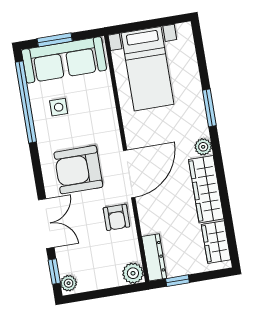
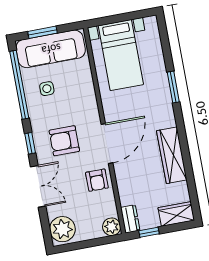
plant: (203, 147) -> (169, 120), removed
armchair: (78, 170) -> (64, 141), width x0.73, depth x0.73
wardrobe: (216, 242) -> (176, 214), moved, turned 90
dresser: (154, 257) -> (130, 219), width x0.70
window: (54, 272) -> (30, 143), moved
plant: (69, 283) -> (62, 229), width x1.88, depth x1.88

